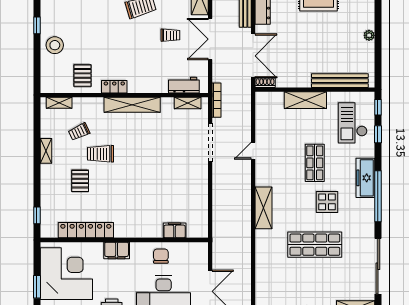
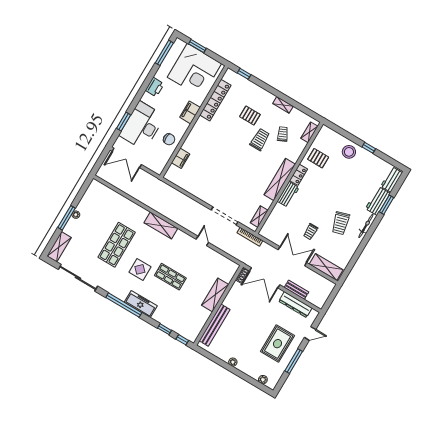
workbench: (184, 85) -> (288, 194), moved
checkout: (353, 123) -> (182, 317), removed

